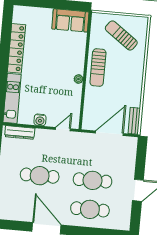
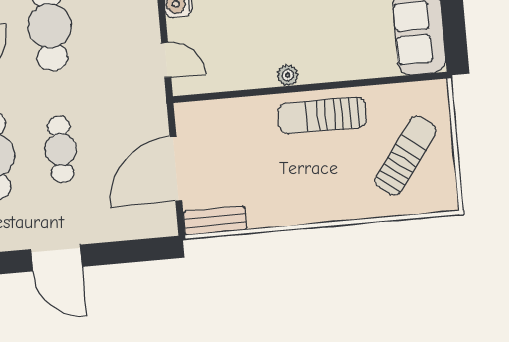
door: (109, 133) -> (176, 169), swing flipped
cafe table: (93, 180) -> (61, 149), width x0.73, depth x0.74

